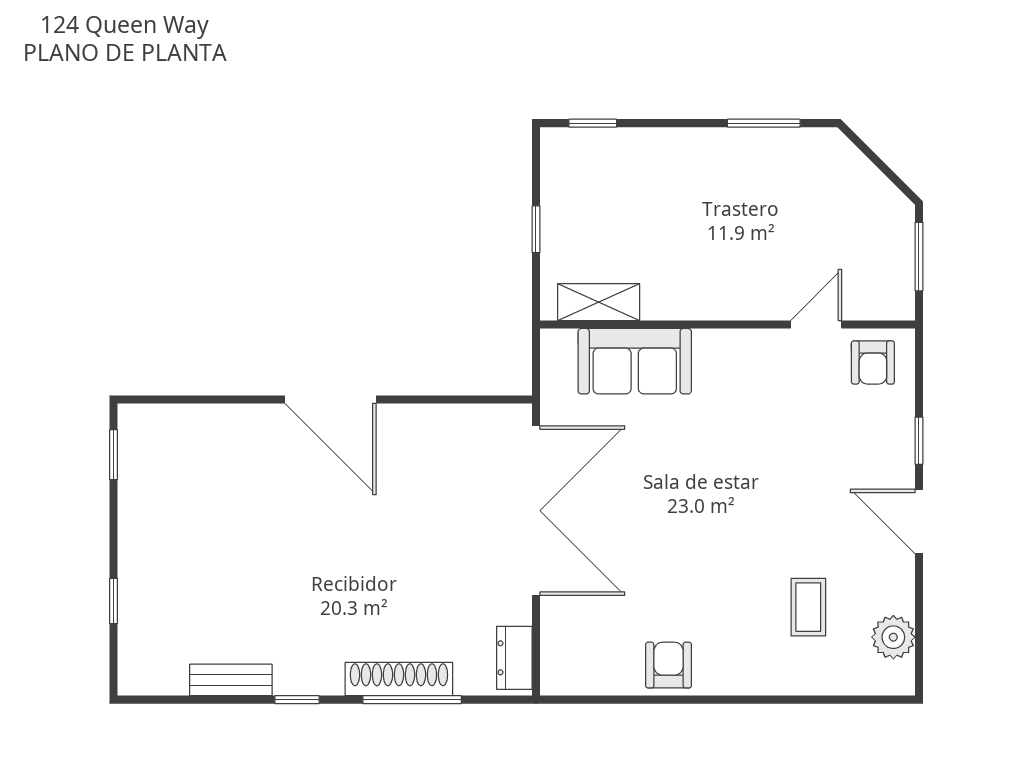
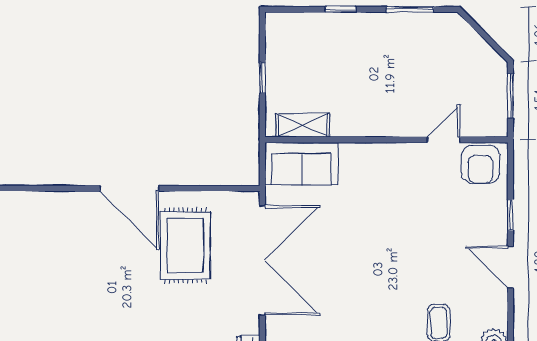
window: (593, 123) -> (340, 9), moved
sofa: (635, 361) -> (302, 164), moved
armchair: (873, 363) -> (481, 164), width x1.38, depth x1.38
rug: (417, 488) -> (185, 246), added

